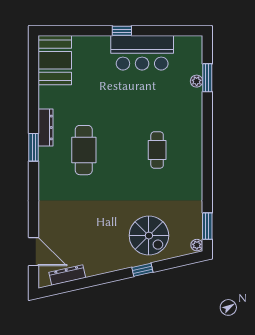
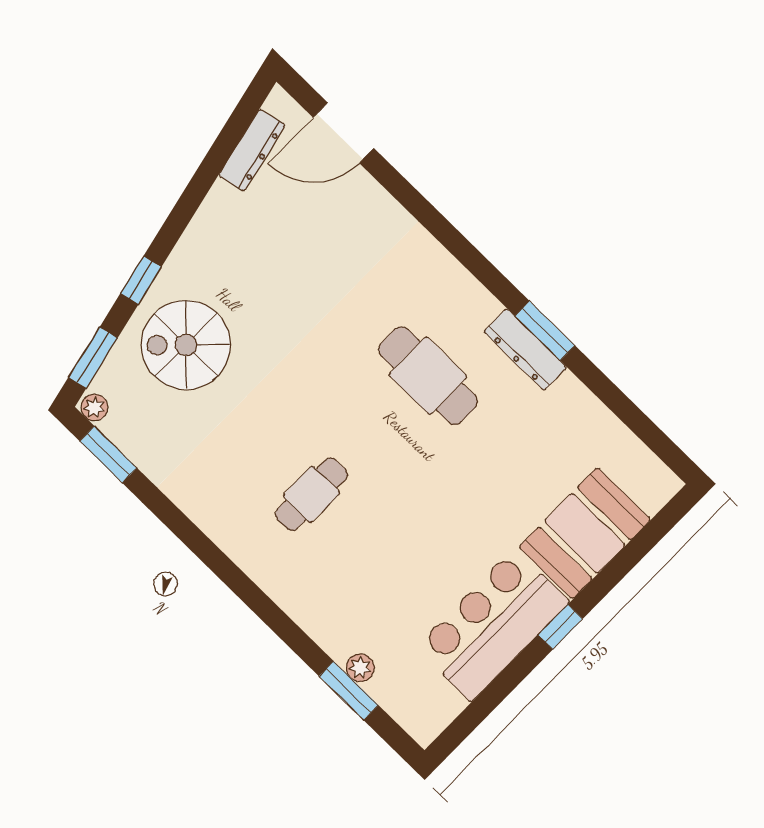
booth: (55, 60) -> (585, 533), moved, turned 90
window: (34, 147) -> (545, 331), moved
cafe table: (157, 150) -> (311, 494), turned 90
window: (182, 261) -> (93, 358), added

